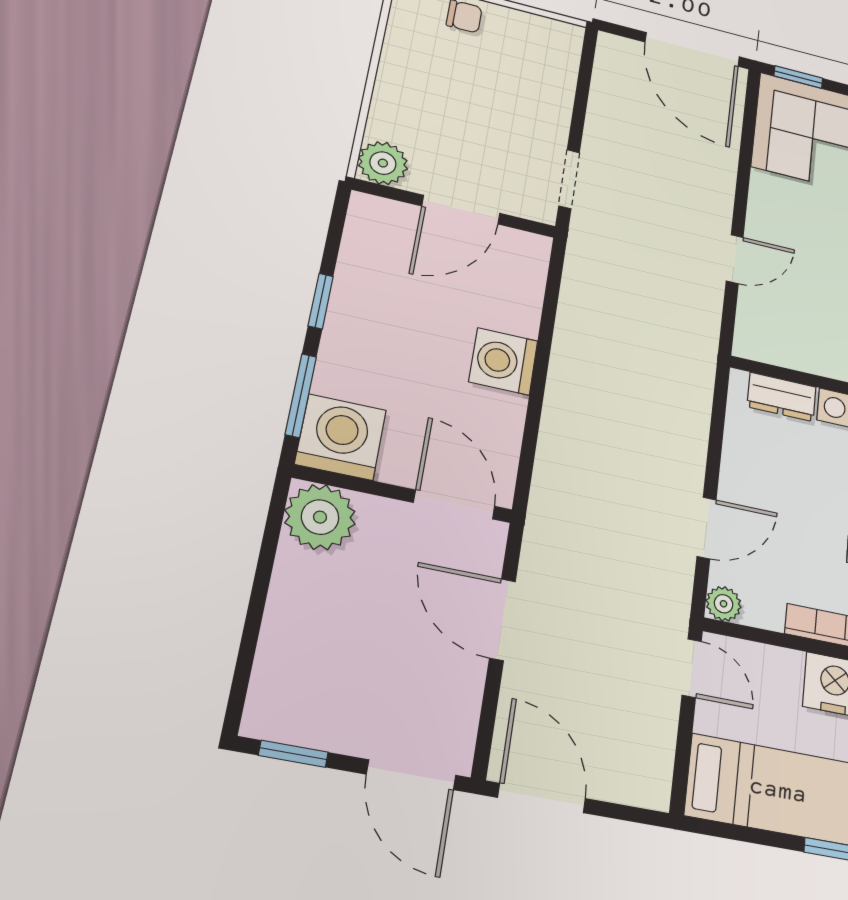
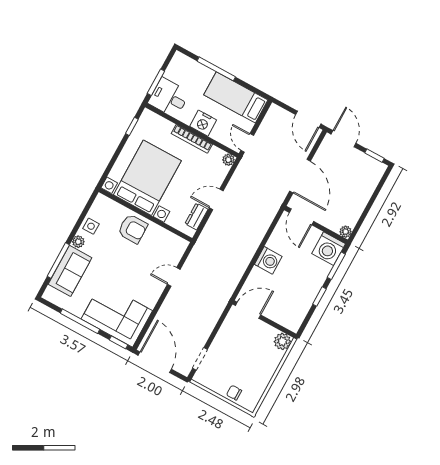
doorway: (569, 179) -> (200, 359), moved
door: (461, 210) -> (248, 310), moved
dresser: (782, 397) -> (197, 216), moved, turned -90
plant: (320, 517) -> (346, 232), width x0.53, depth x0.53
door: (706, 528) -> (216, 199), moved
door: (502, 620) -> (300, 176), width x1.36

